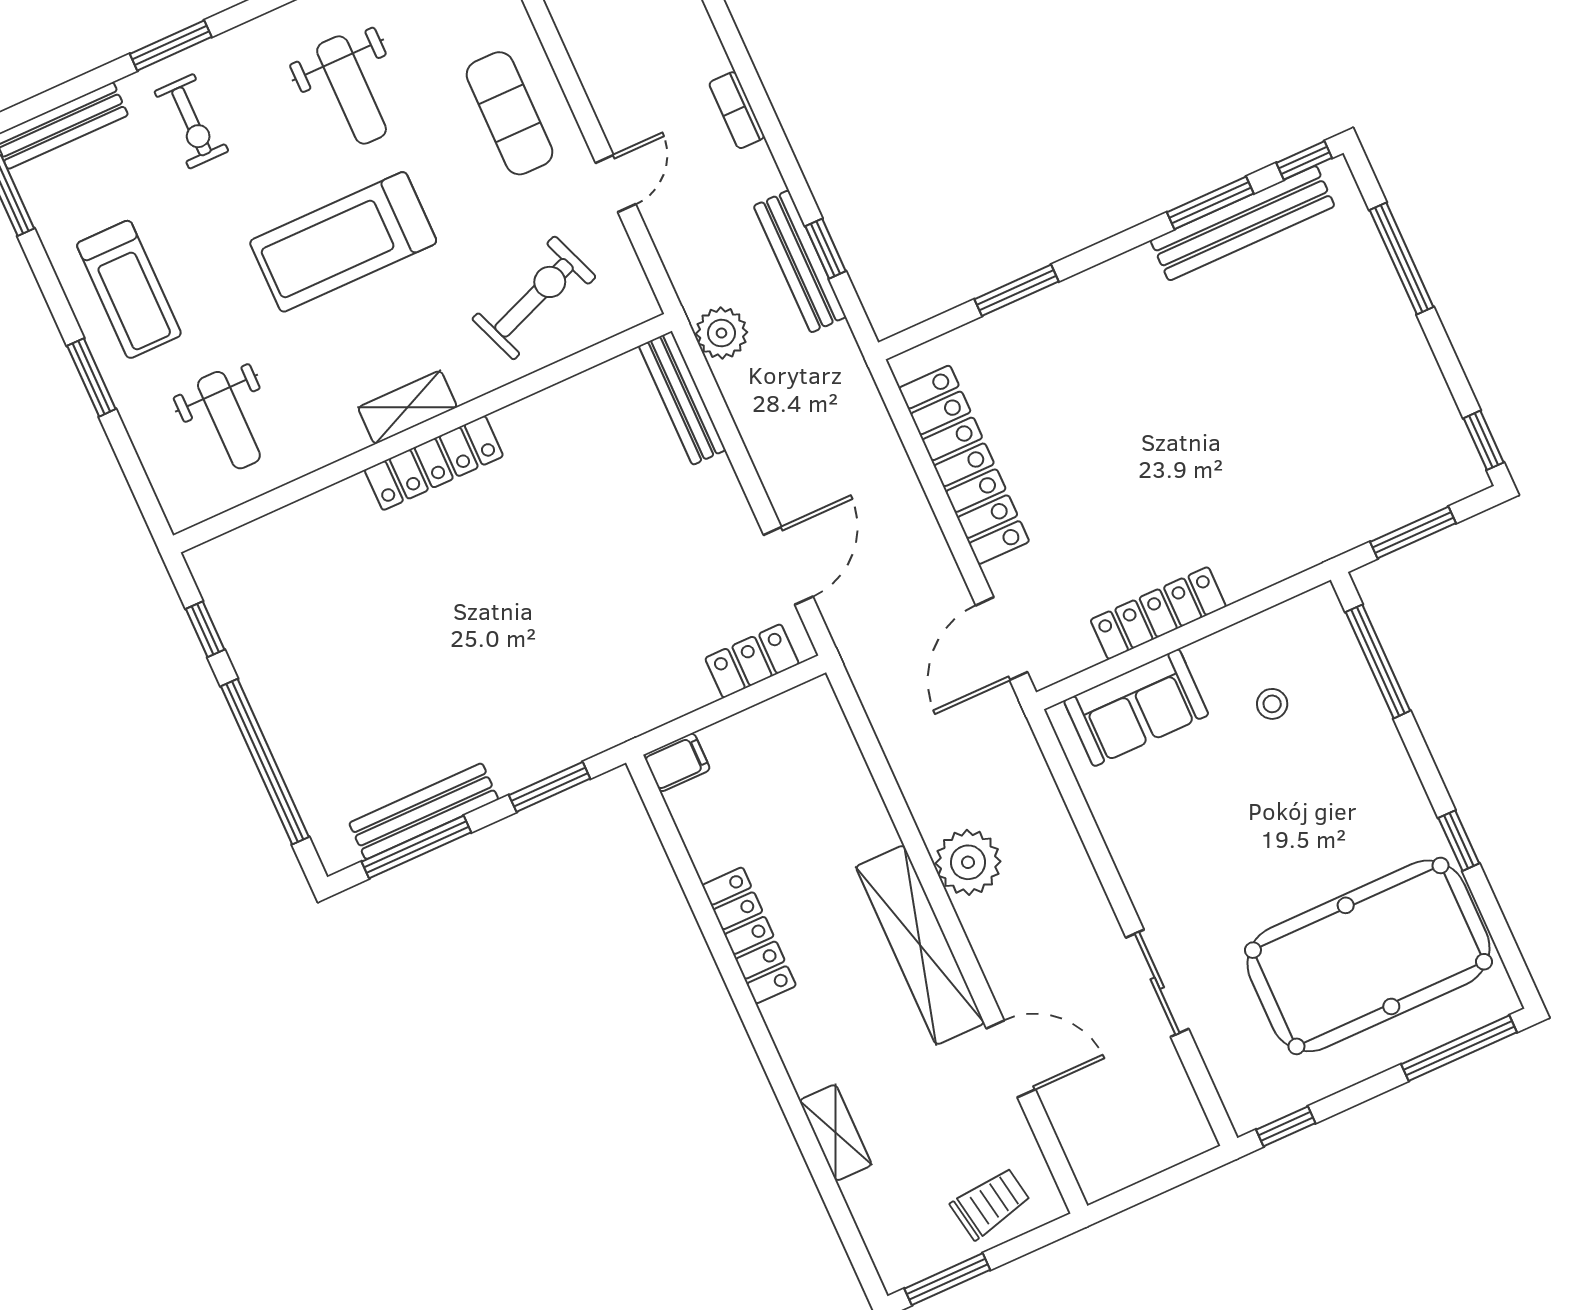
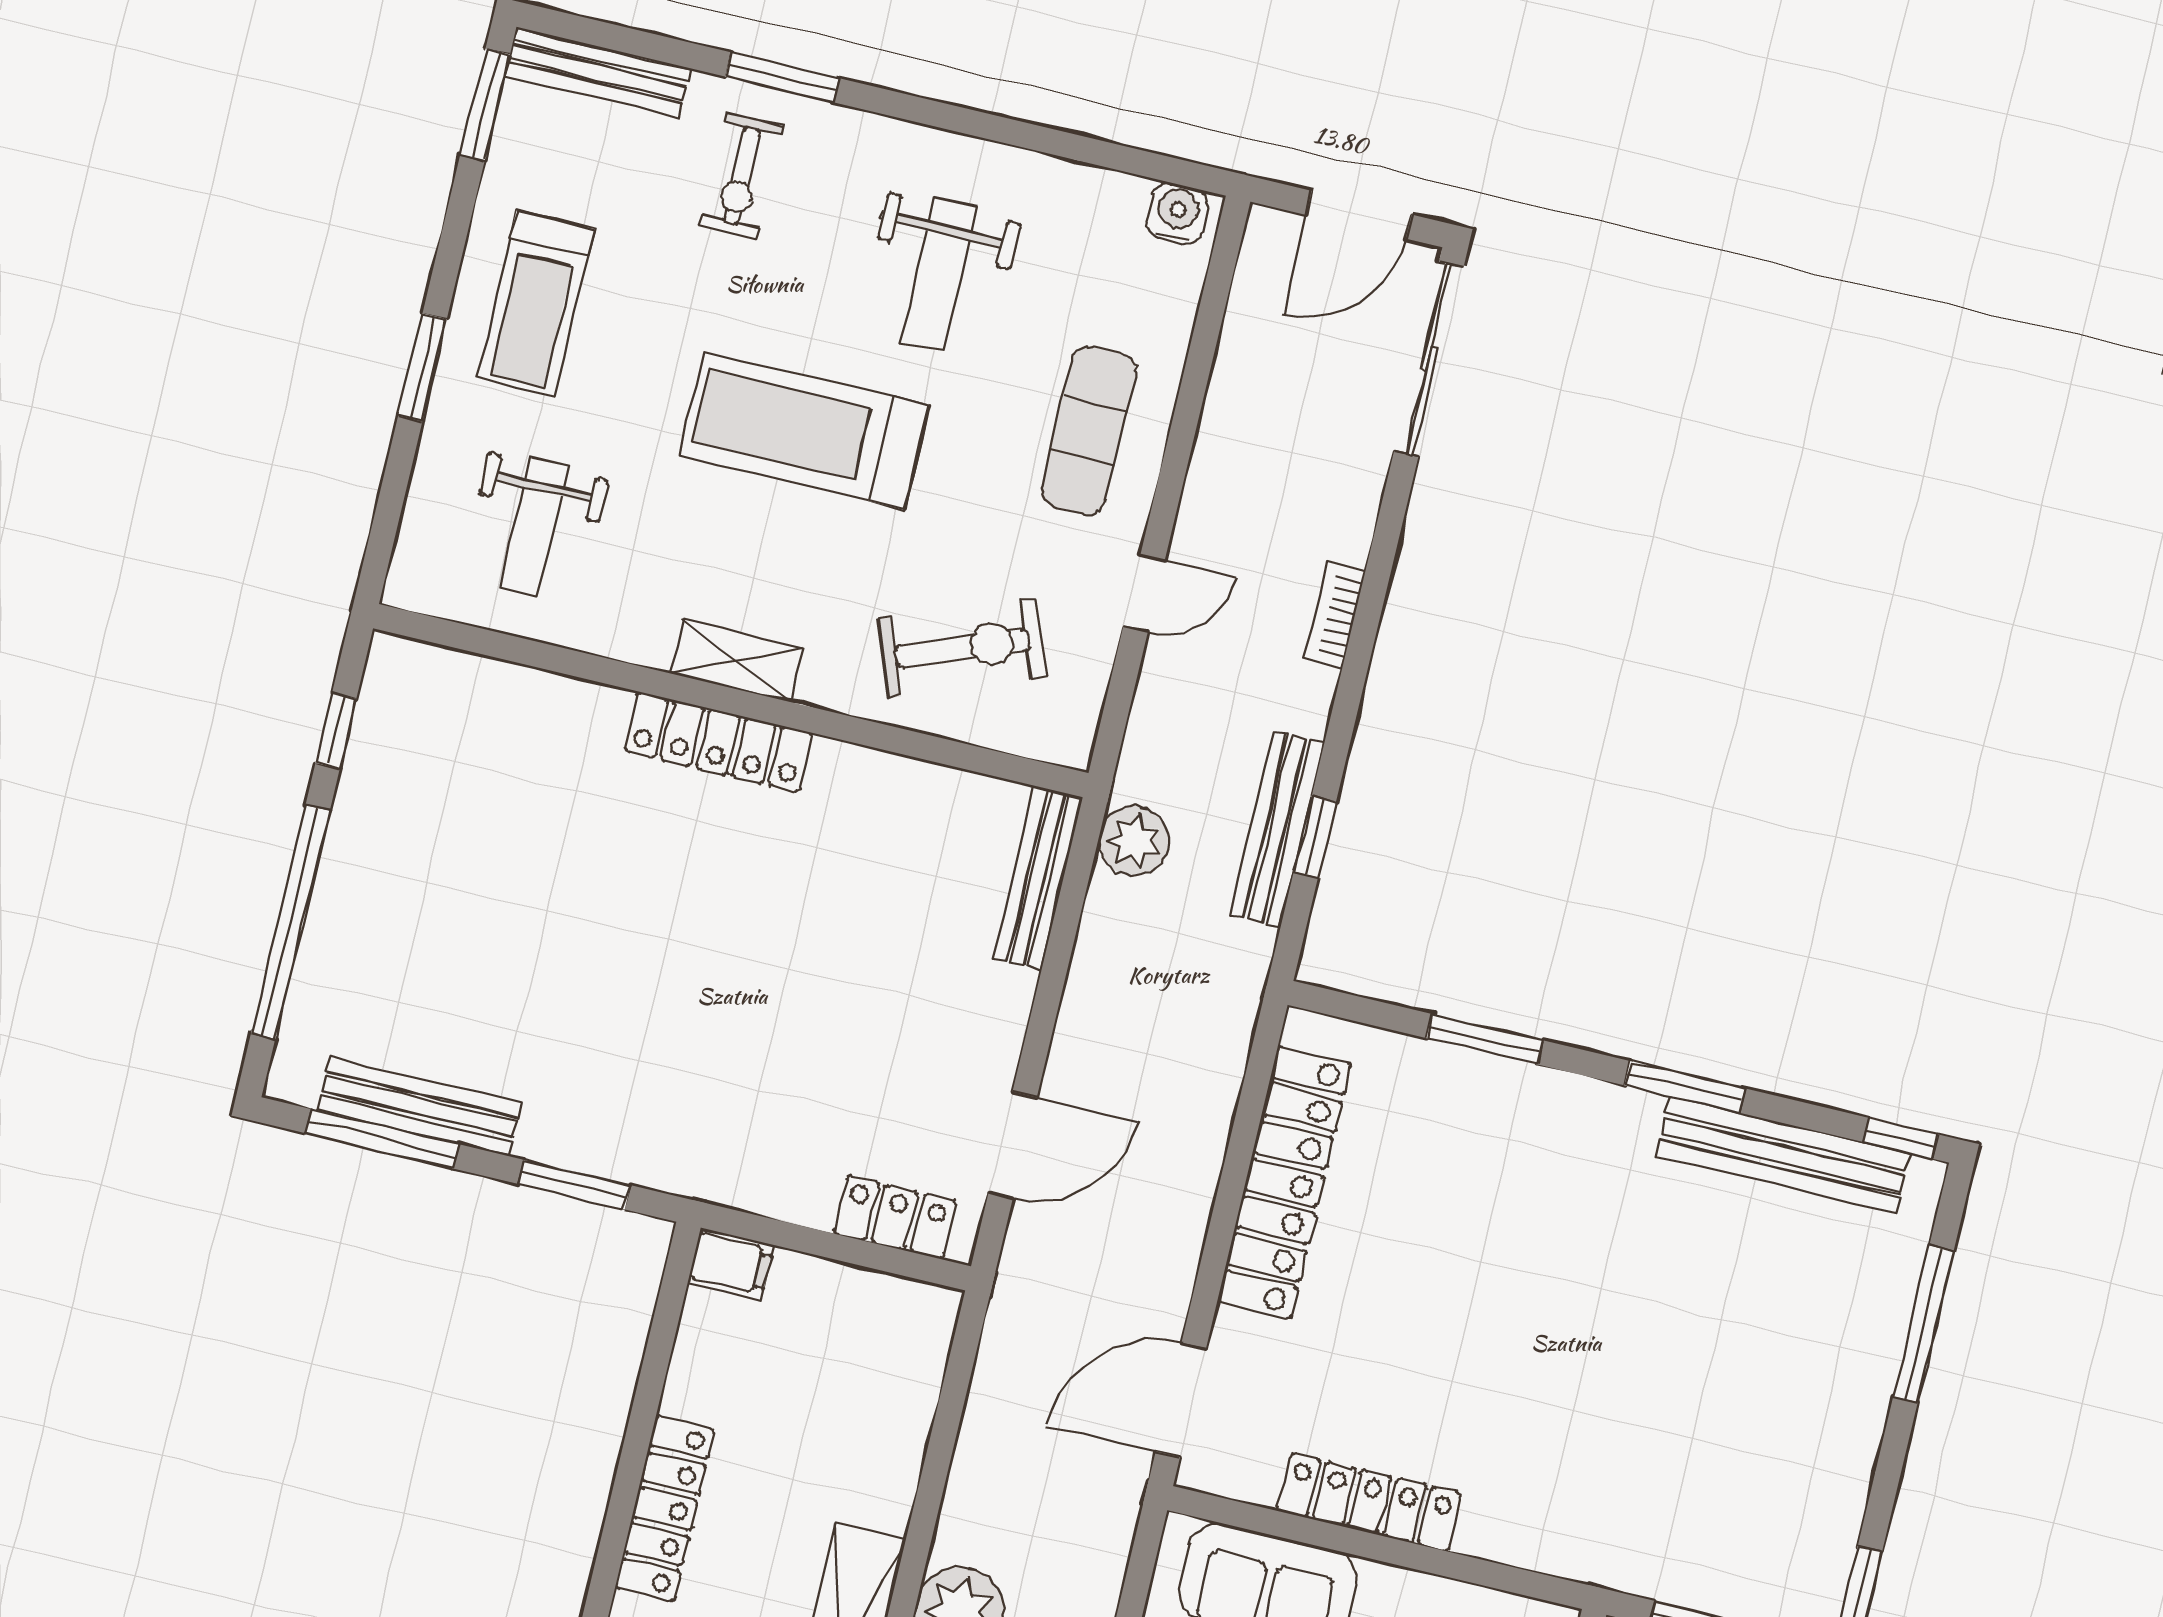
window: (1210, 203) -> (1685, 1087), moved

